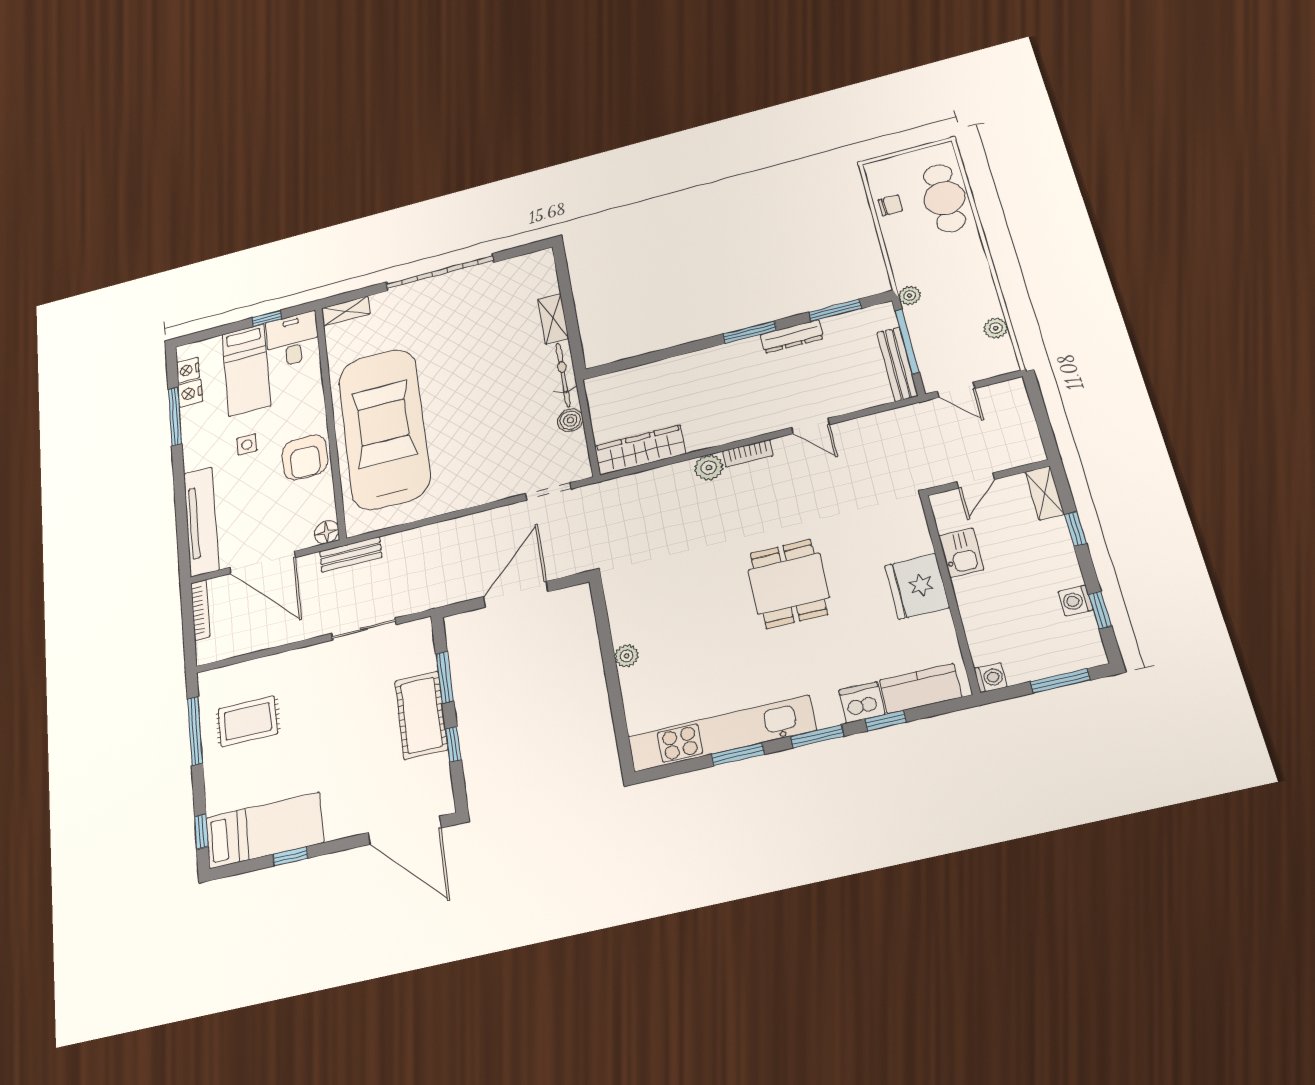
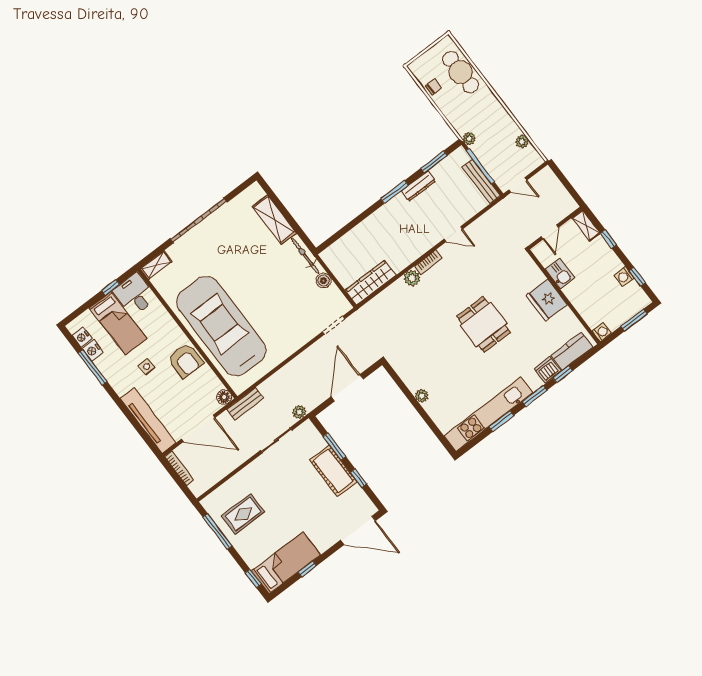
shelving: (553, 319) -> (274, 220), width x1.50, depth x1.33
plant: (422, 601) -> (299, 412), added

